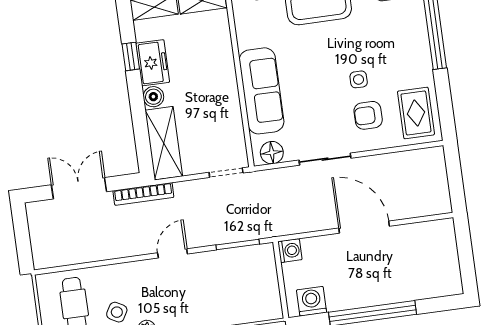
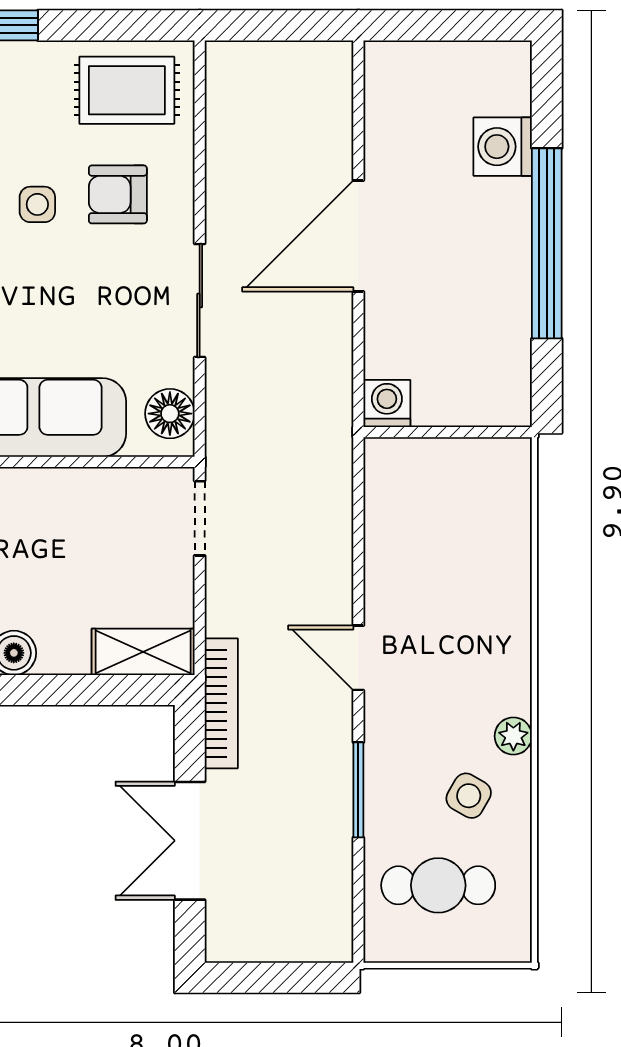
armchair: (368, 115) -> (118, 194), turned 90
shelving: (164, 143) -> (143, 652), width x0.67, depth x0.75
window: (238, 245) -> (358, 790), moved
washing machine: (312, 301) -> (503, 147), moved

